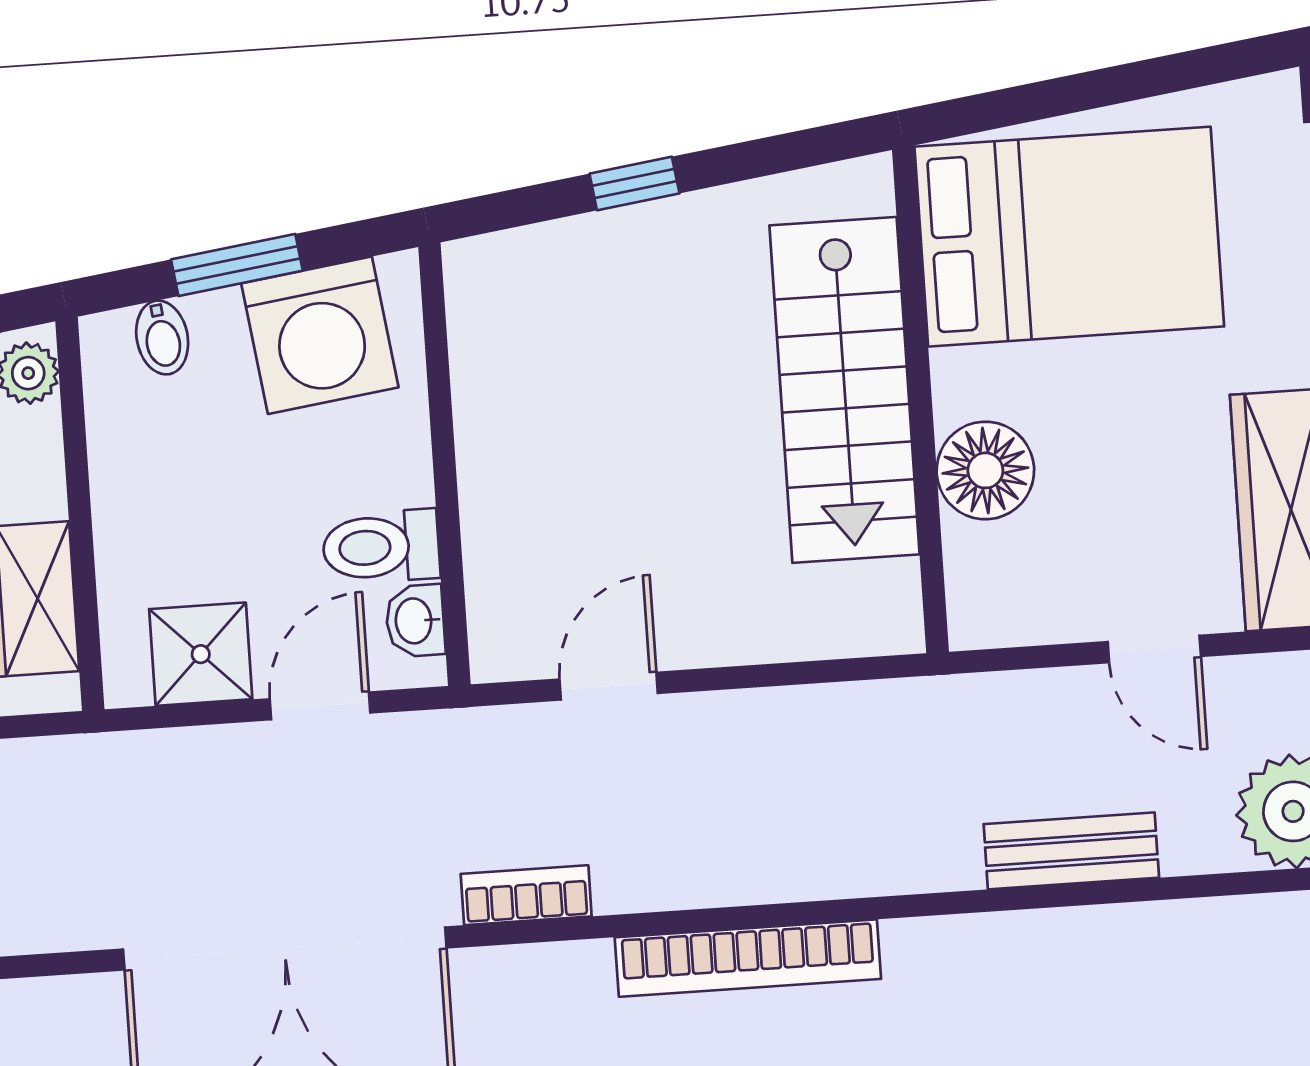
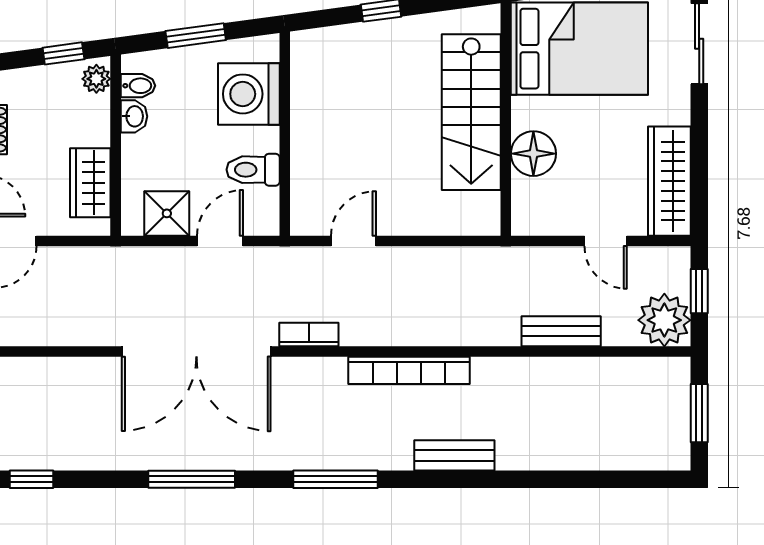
washing machine: (320, 335) -> (249, 94), moved, turned 98
bidet: (162, 338) -> (138, 86), moved, turned -82
washbasin: (415, 621) -> (134, 116), moved, turned 180

